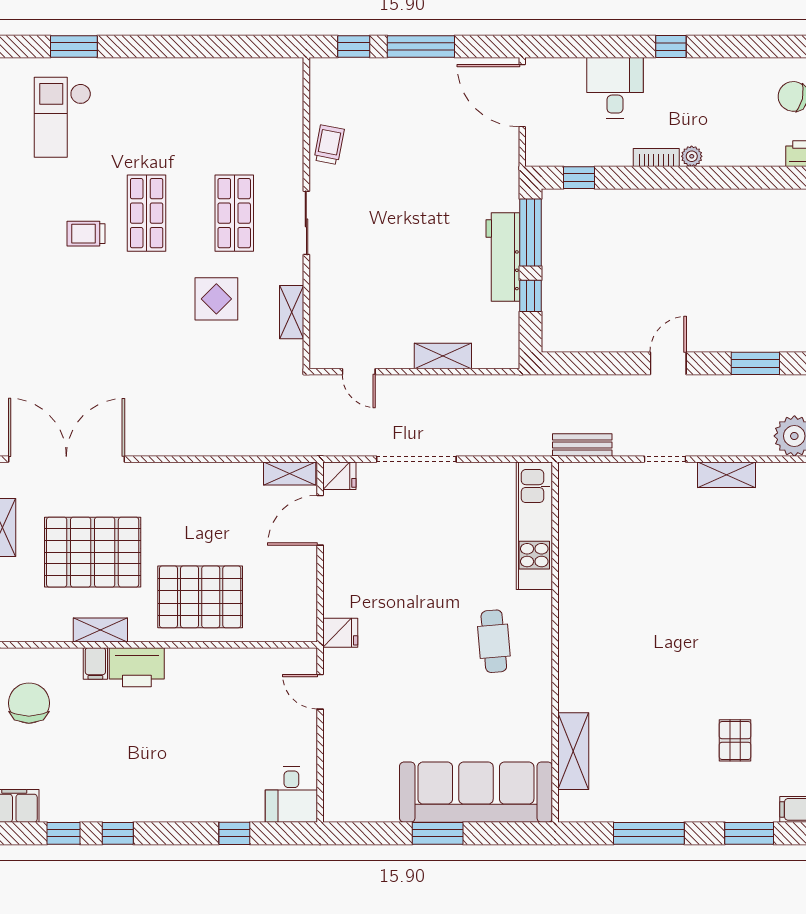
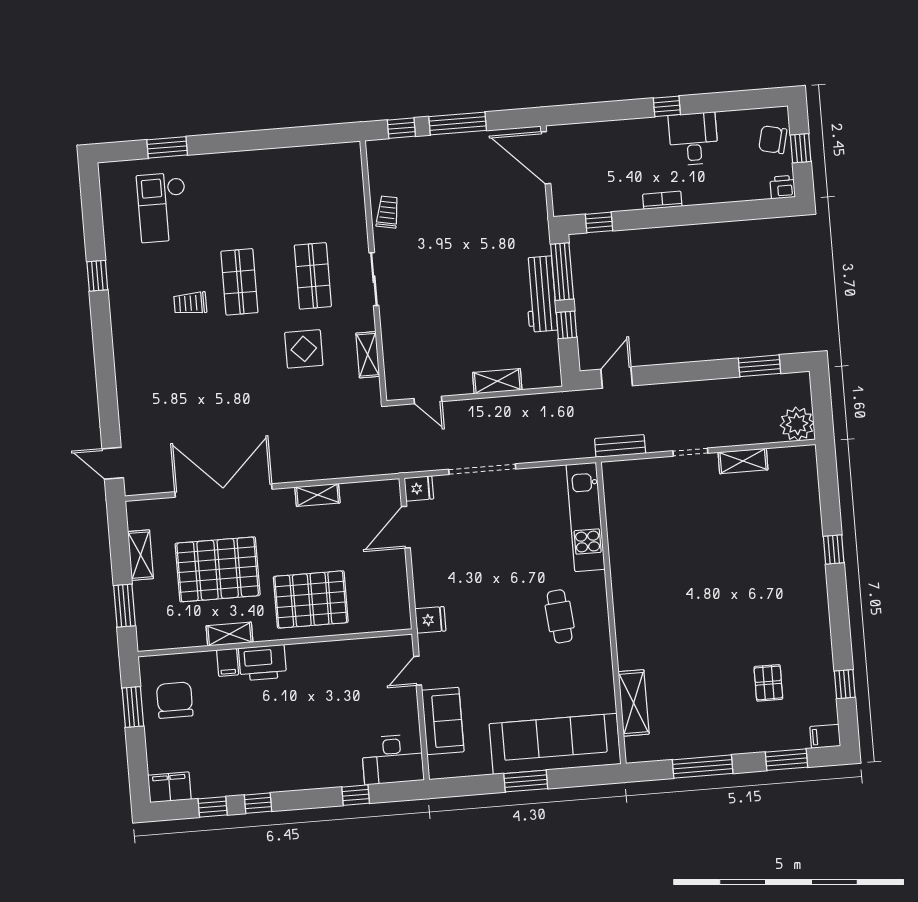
desk: (615, 88) -> (693, 139), moved
plant: (692, 156) -> (692, 197), removed
door: (668, 363) -> (617, 378), moved
double door: (66, 459) -> (223, 490), moved
shelving: (290, 473) -> (317, 495), moved
door: (320, 692) -> (418, 671), hinge flipped
sofa: (345, 754) -> (443, 721), added
desk: (291, 794) -> (393, 759), width x1.37

